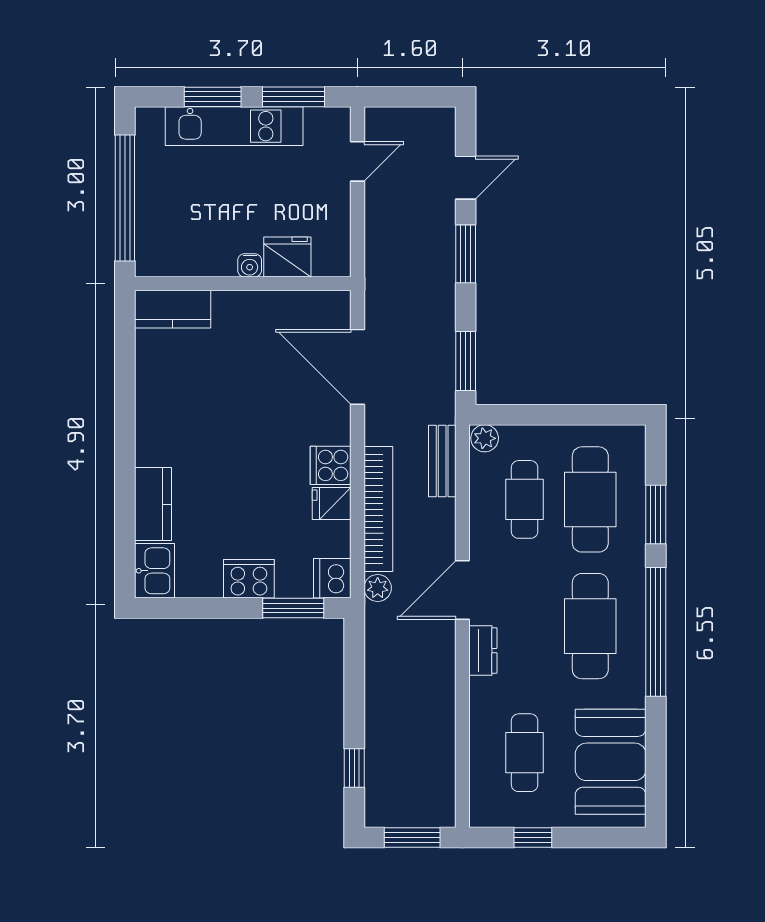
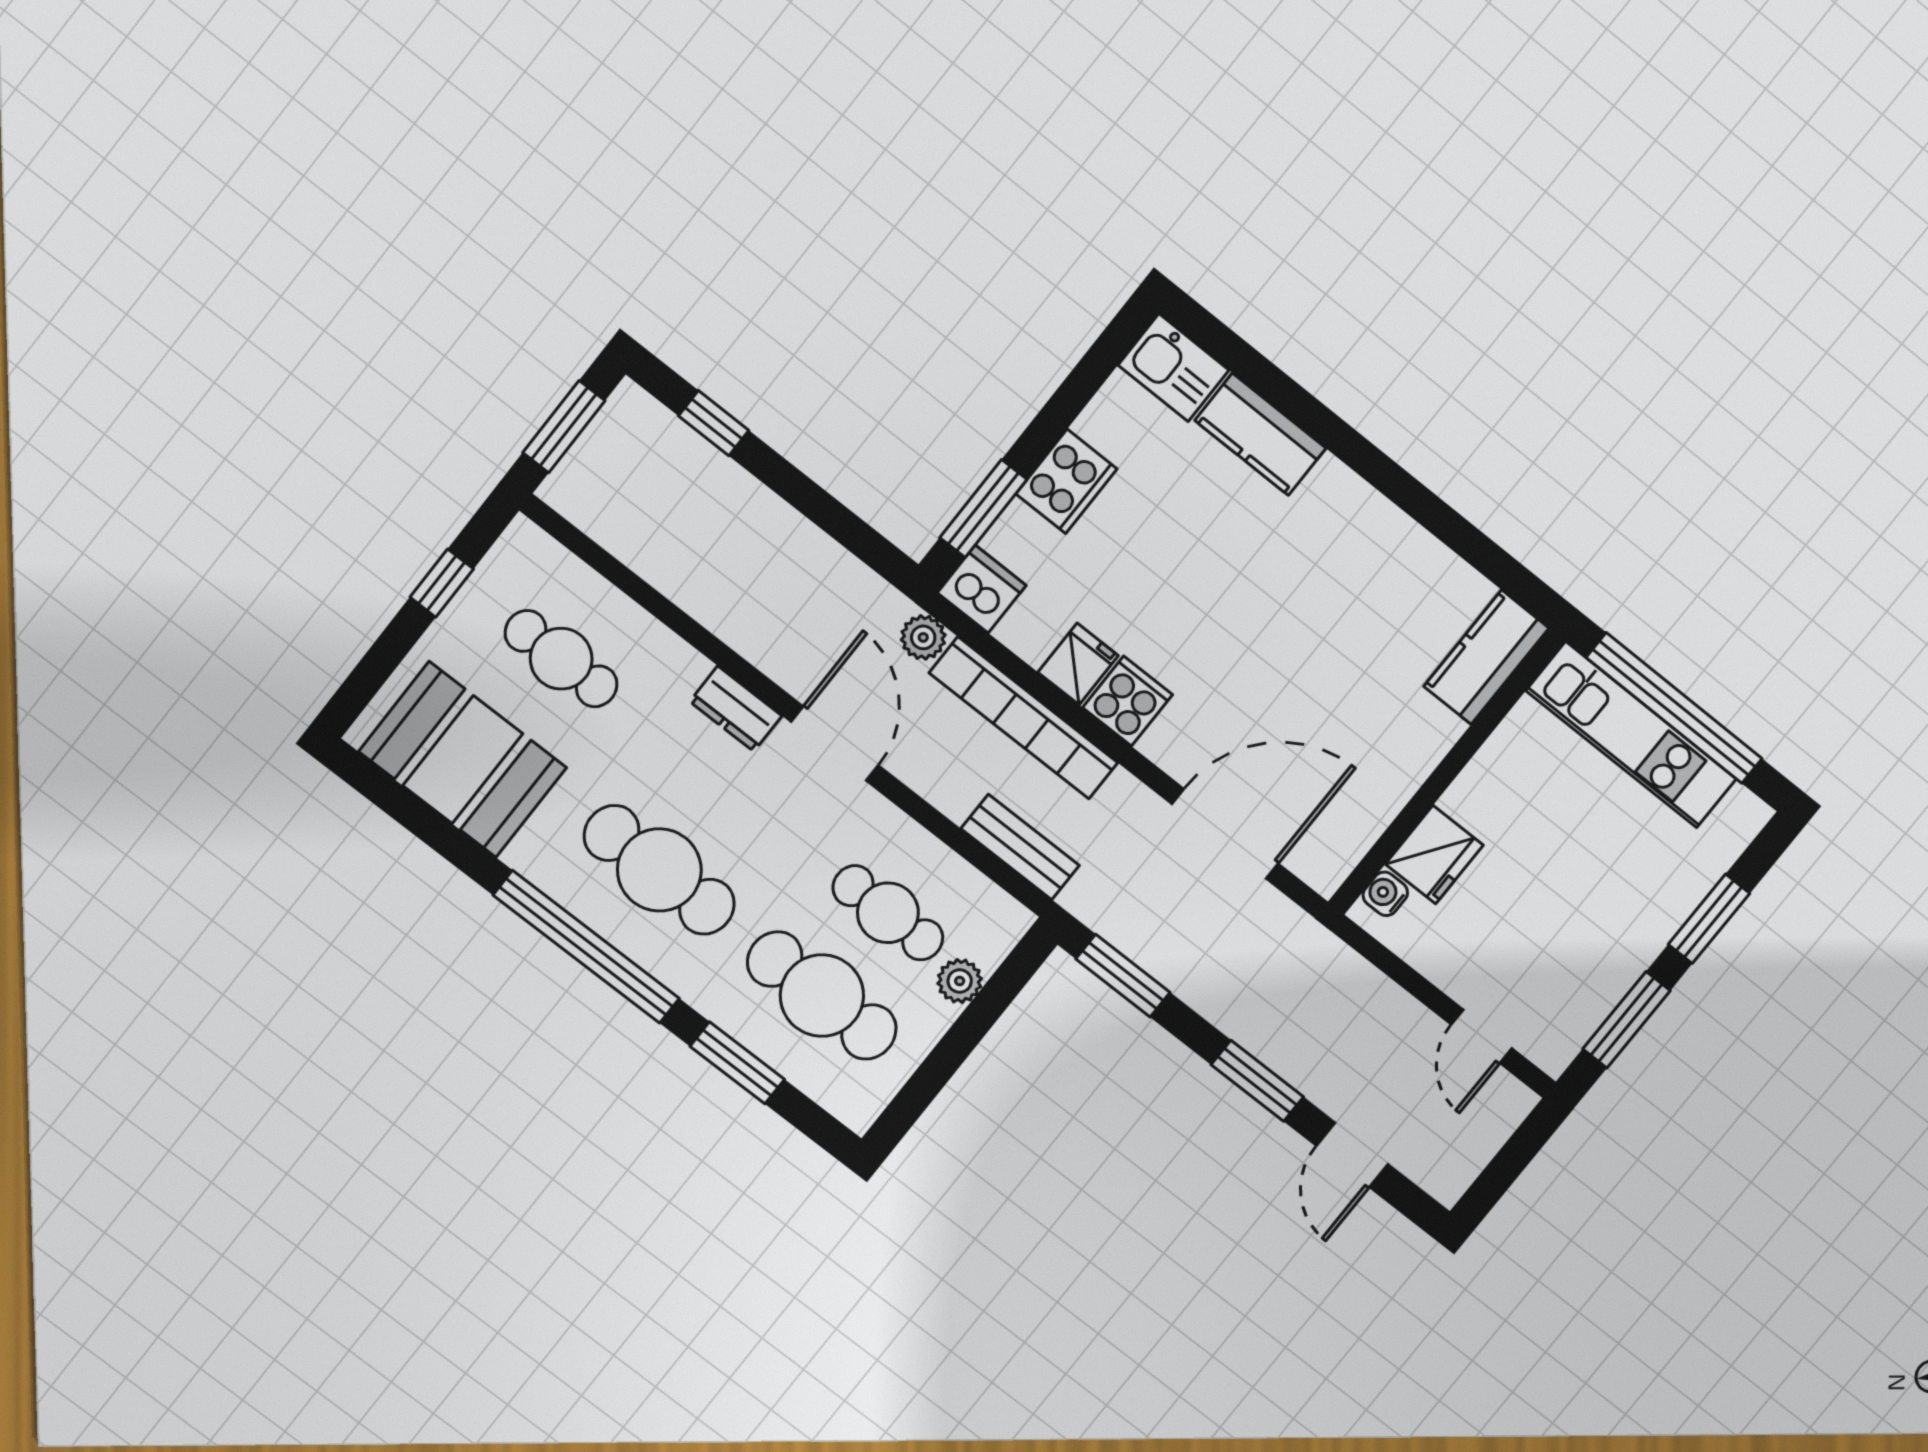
kitchen unit: (234, 126) -> (1631, 735), moved, turned -90
water cooler: (250, 265) -> (1385, 894), moved
plant: (485, 438) -> (960, 981), moved

